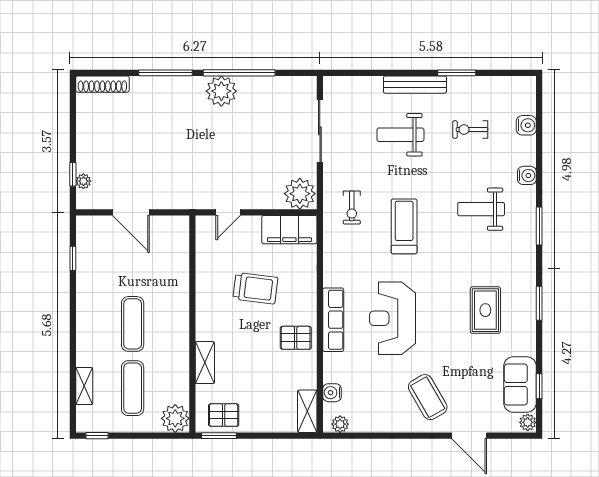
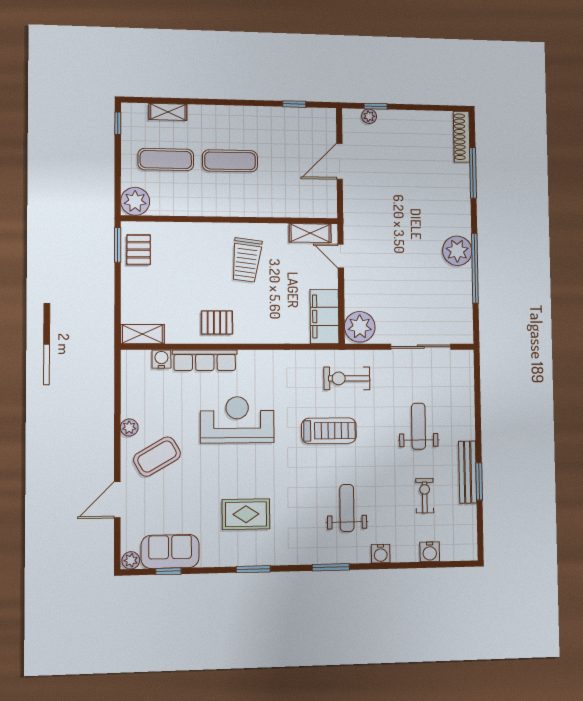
window: (166, 73) -> (473, 173), moved
bench: (415, 85) -> (468, 472), moved
exercise bike: (352, 208) -> (347, 378), width x1.38, depth x1.39
trolley: (255, 288) -> (246, 260), moved
row of seats: (333, 320) -> (205, 360), moved
pallet: (296, 338) -> (217, 322), turned 90
shelving: (205, 363) -> (310, 233), moved
plant: (340, 424) -> (129, 427), moved

